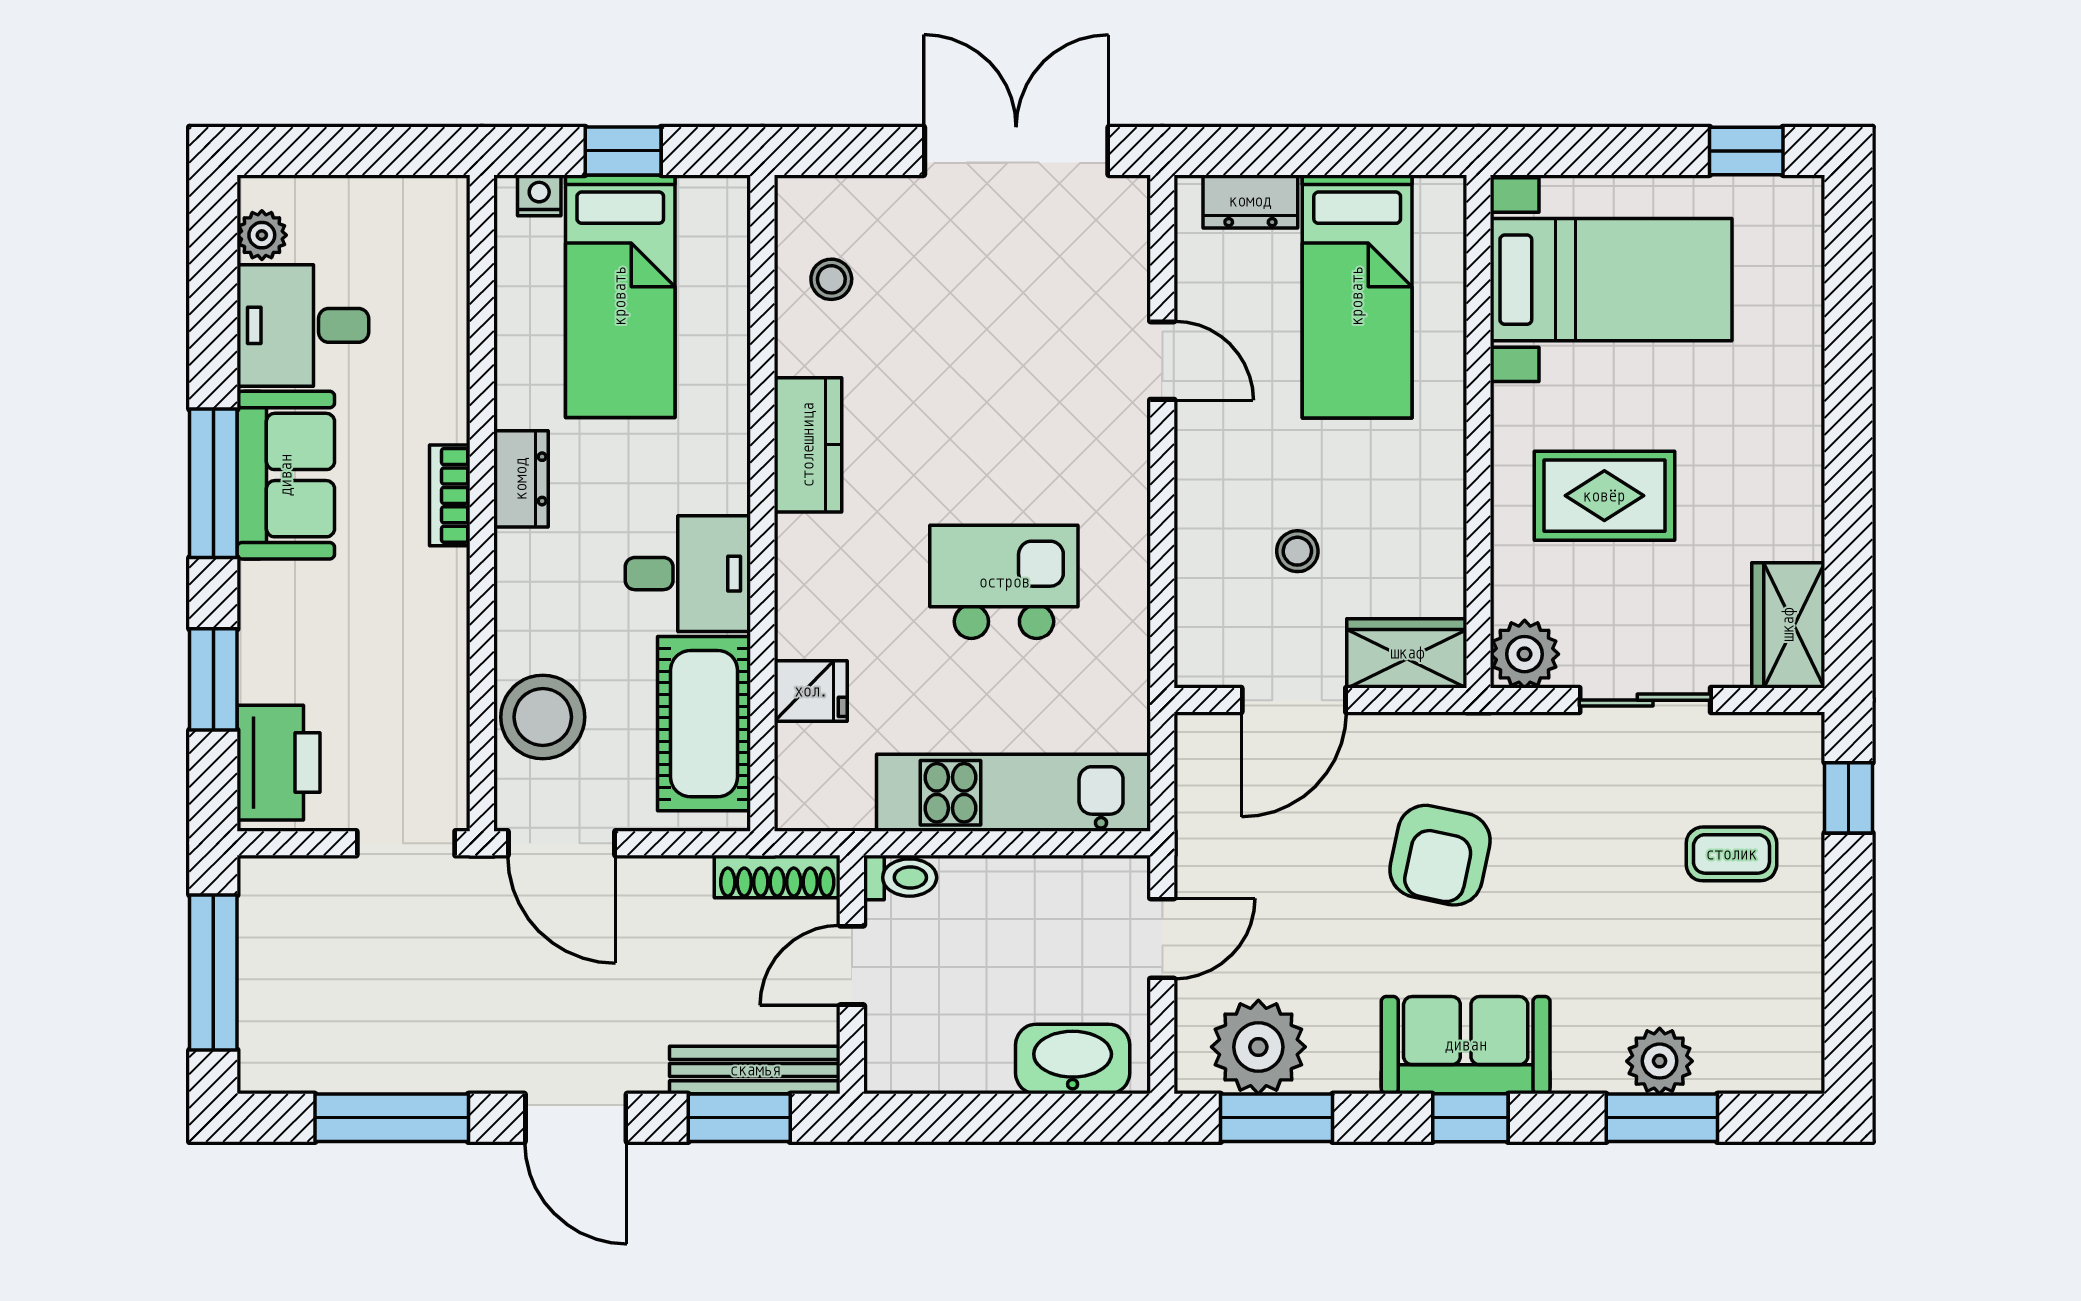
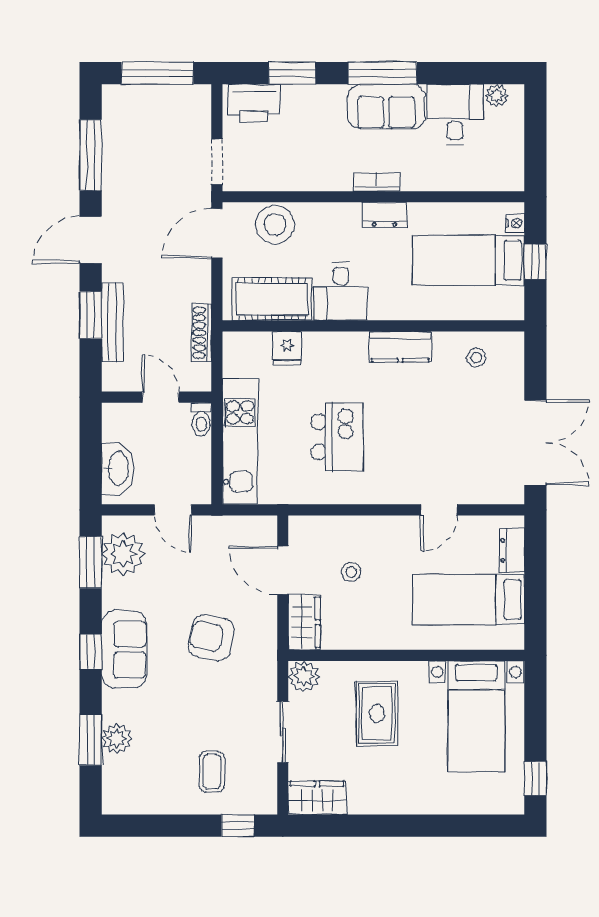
toilet: (900, 878) -> (201, 419), moved
door: (852, 965) -> (161, 397), moved
wall: (852, 975) -> (156, 397), moved

